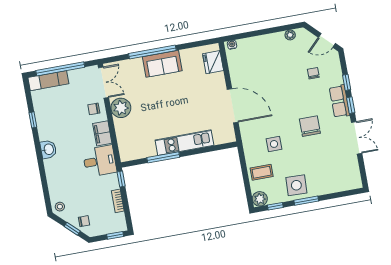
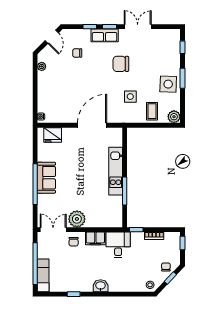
window: (275, 206) -> (183, 47), moved

